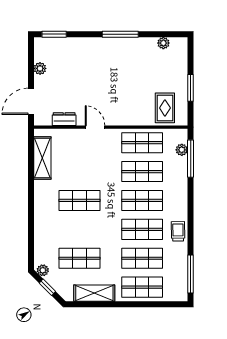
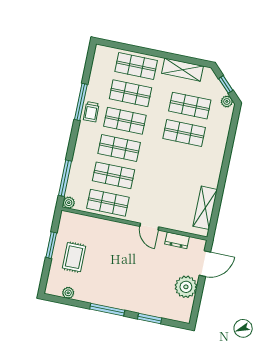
window: (54, 34) -> (150, 318), moved
plant: (40, 68) -> (186, 287), width x1.87, depth x1.87
rug: (165, 108) -> (74, 257), moved
plant: (182, 150) -> (69, 203), moved
shop shelf: (79, 200) -> (184, 133), moved
window: (191, 274) -> (81, 102), moved

